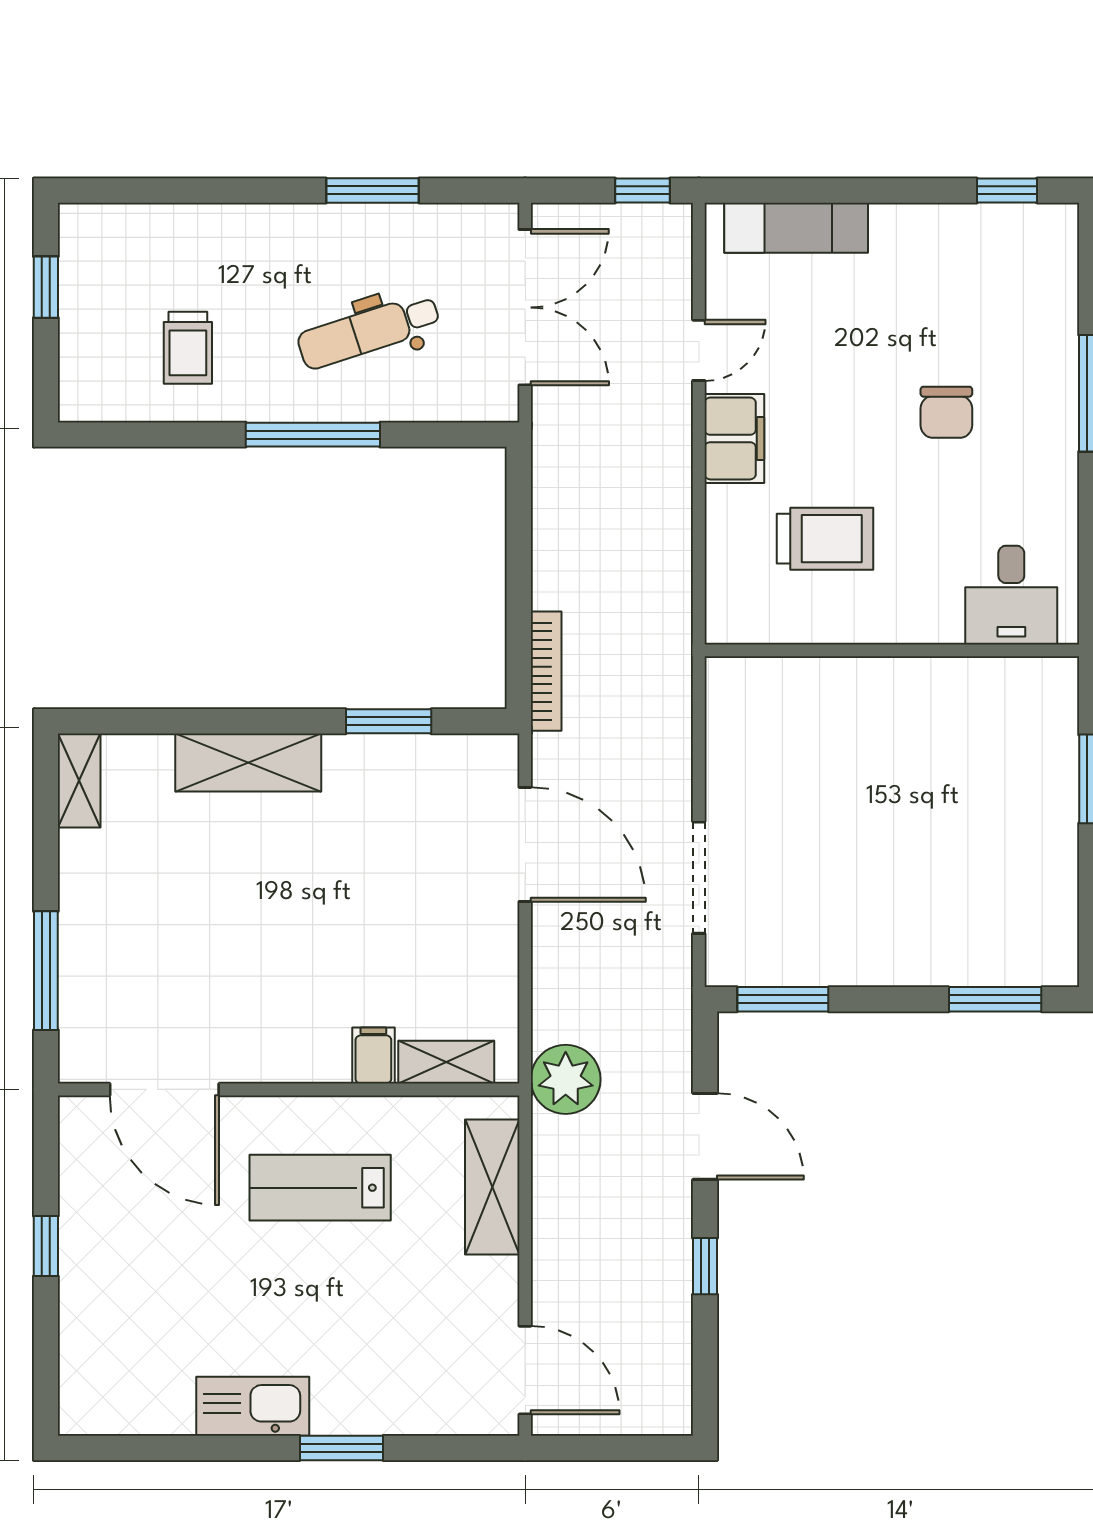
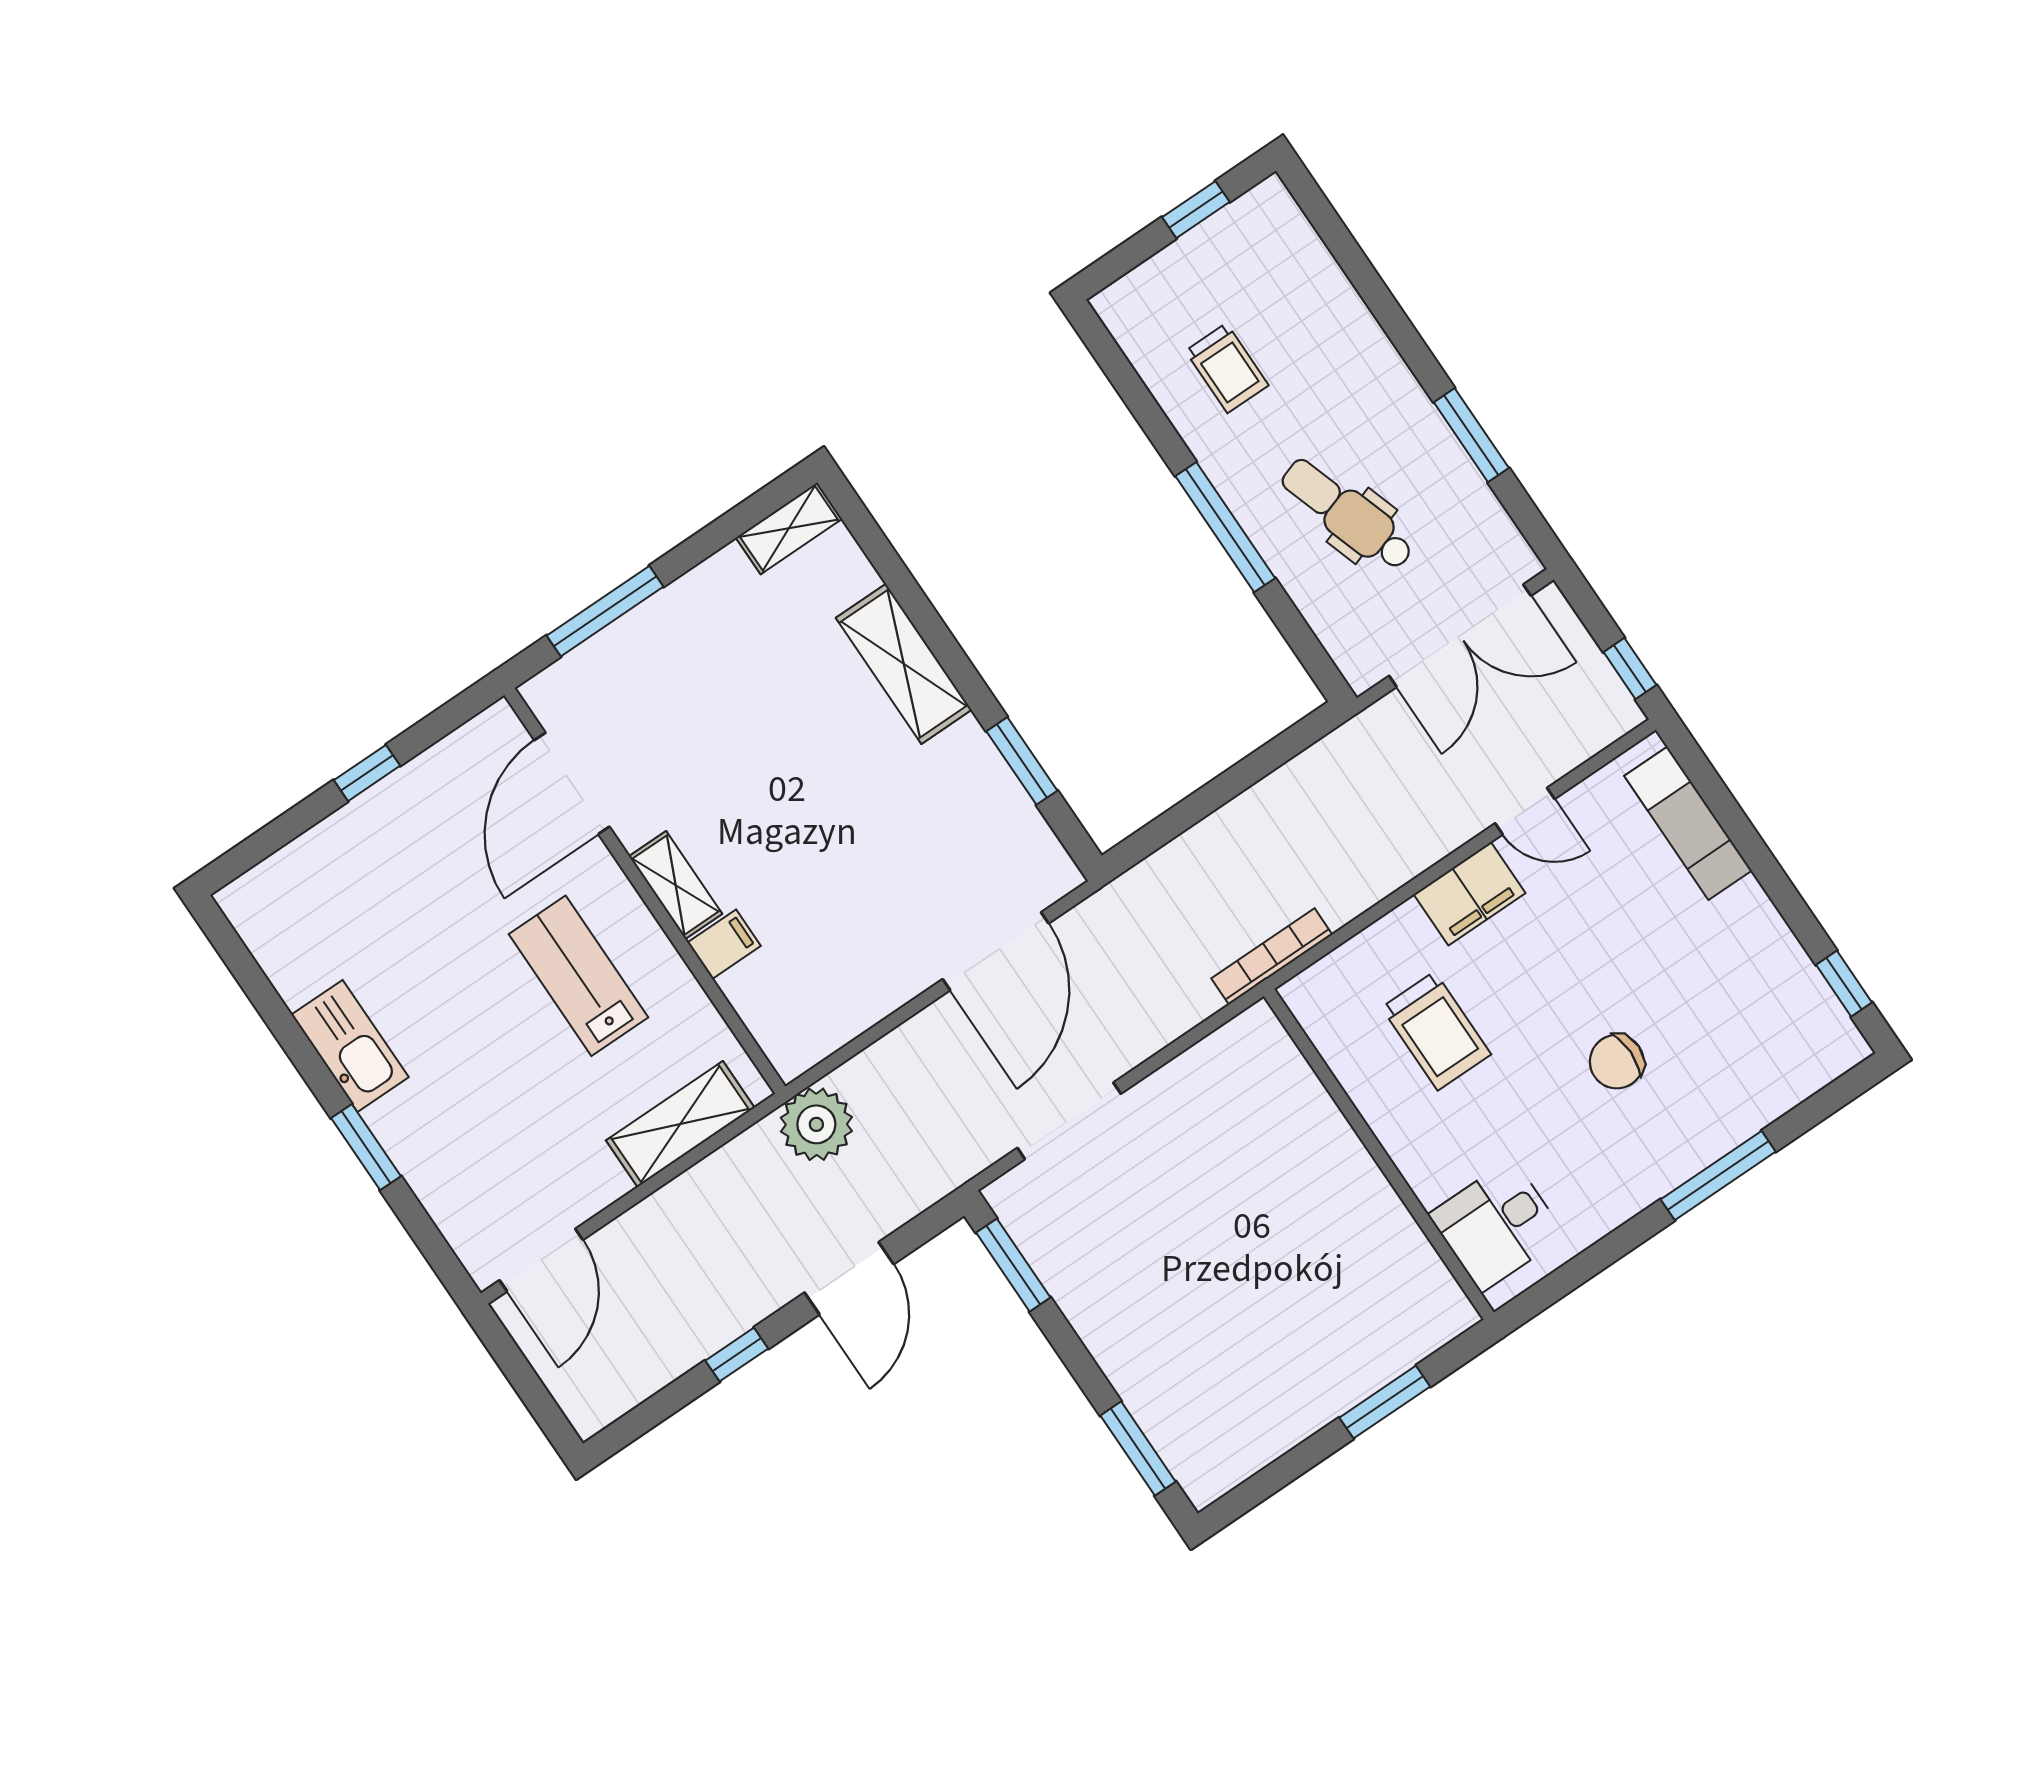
trolley: (188, 348) -> (1227, 368), turned -90
bookcase: (546, 671) -> (1272, 956), moved, turned 180
shelving: (446, 1062) -> (676, 885), moved

